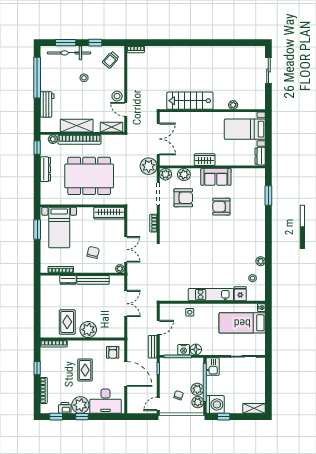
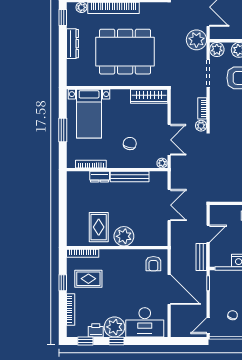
window: (37, 229) -> (63, 130), moved
plant: (152, 238) -> (201, 126), added
rug: (85, 370) -> (88, 279), moved, turned 90

